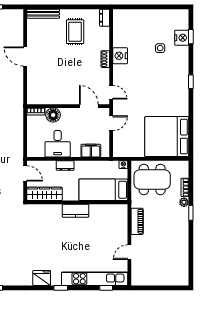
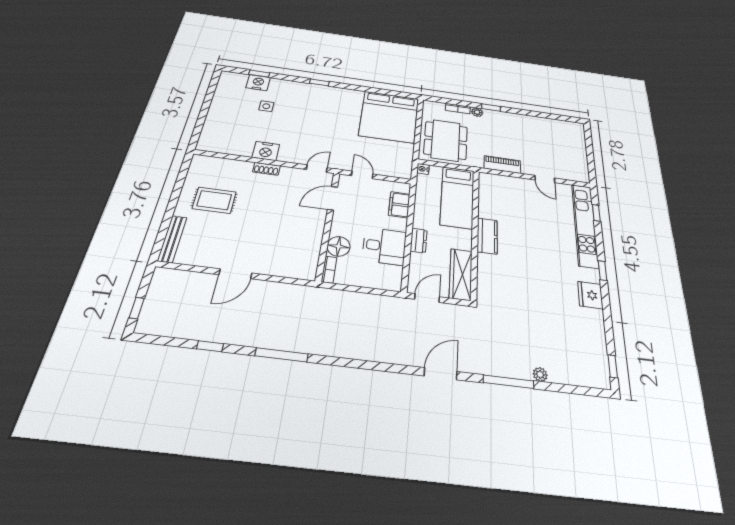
dresser: (105, 18) -> (204, 161), removed

